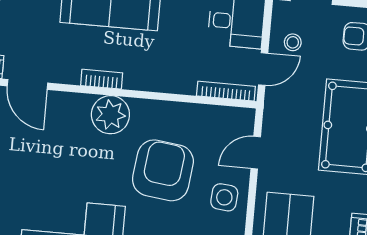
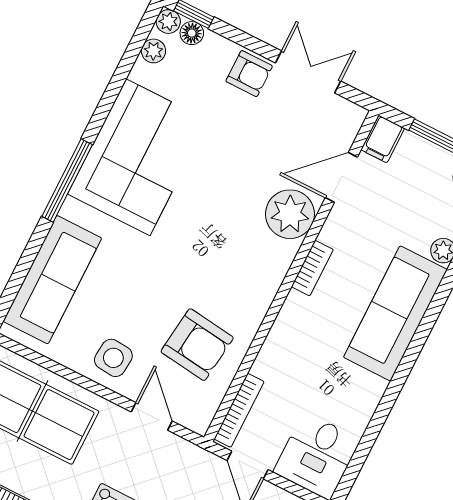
plant: (110, 115) -> (290, 214), moved
armchair: (163, 170) -> (197, 345), moved, width x0.73, depth x0.73

